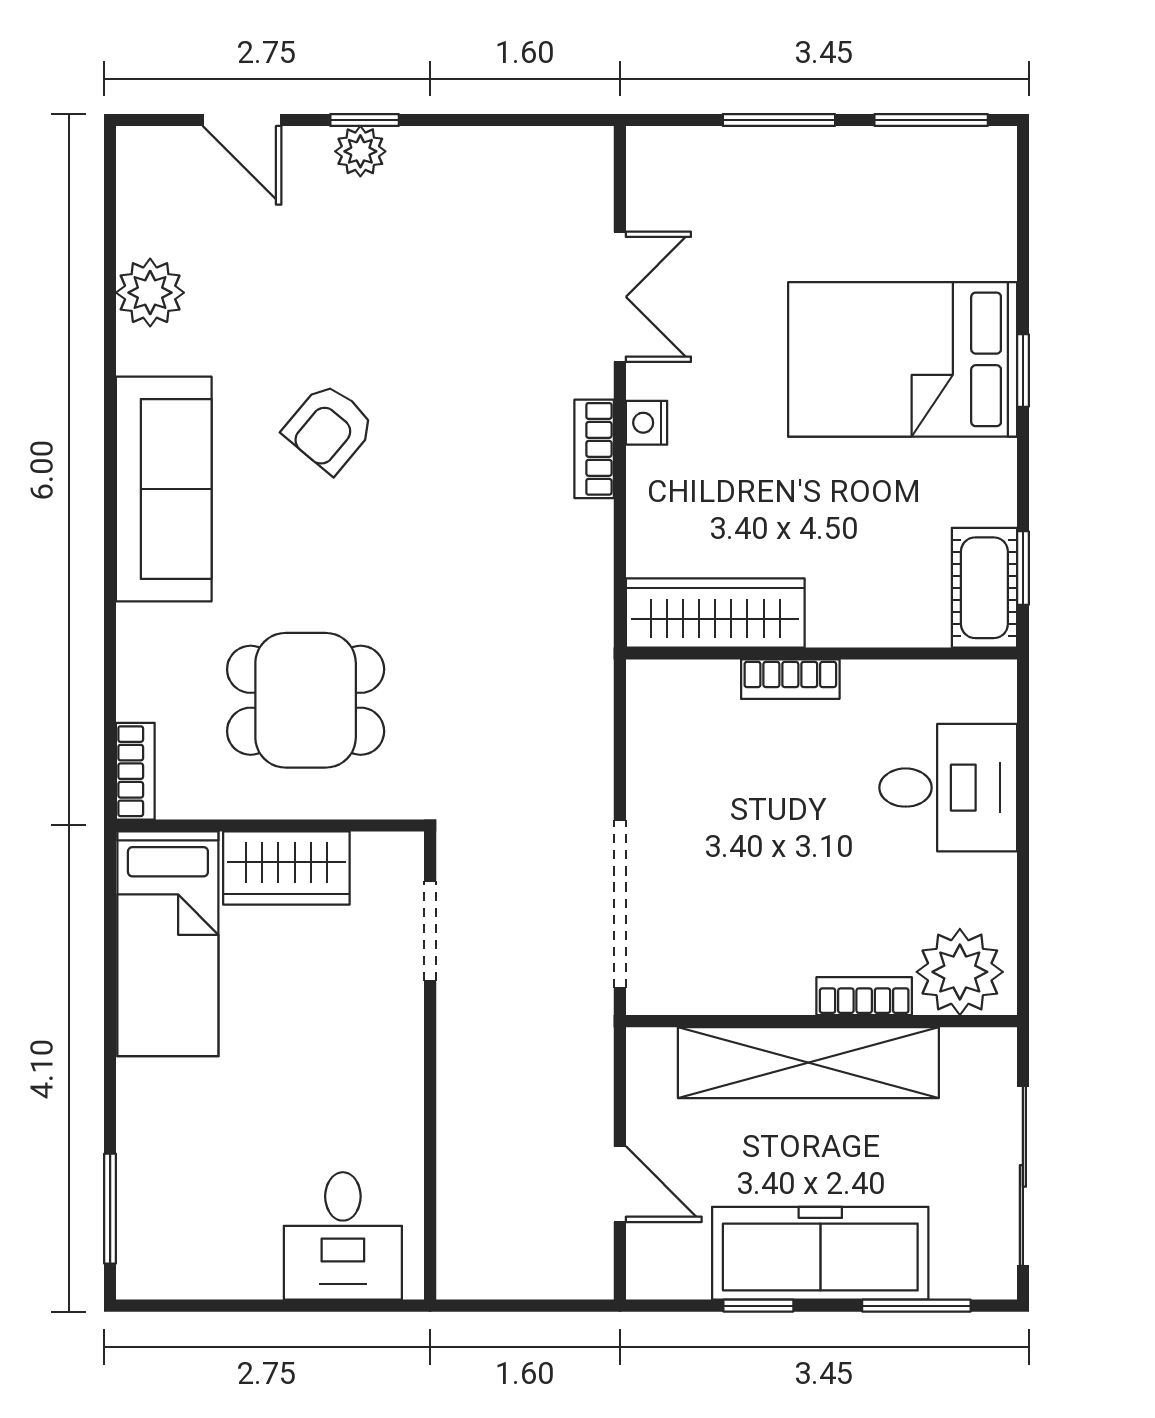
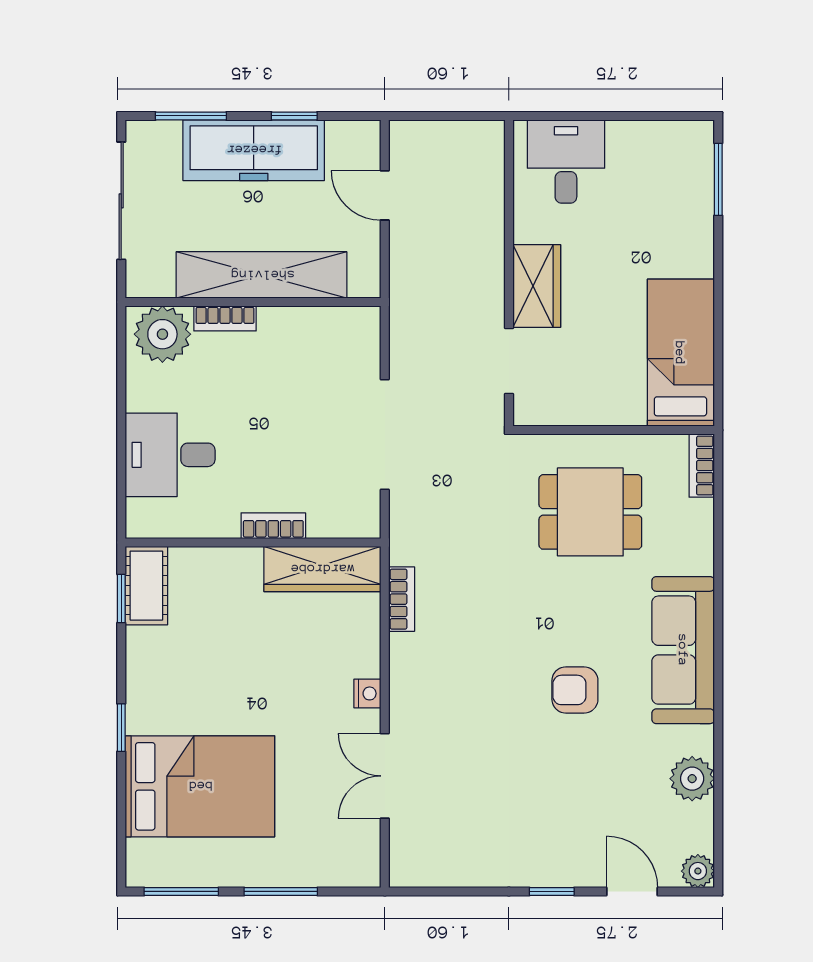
plant: (360, 151) -> (698, 871), moved
bed: (903, 359) -> (200, 786), moved
armchair: (329, 428) -> (575, 690), turned -130
bookcase: (594, 449) -> (402, 599), moved
wardrobe: (286, 868) -> (537, 286), moved, turned 90
doorway: (620, 904) -> (385, 435), moved

